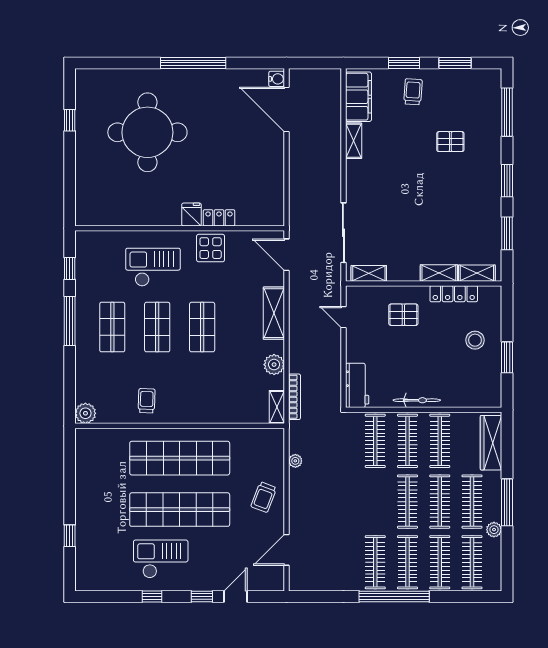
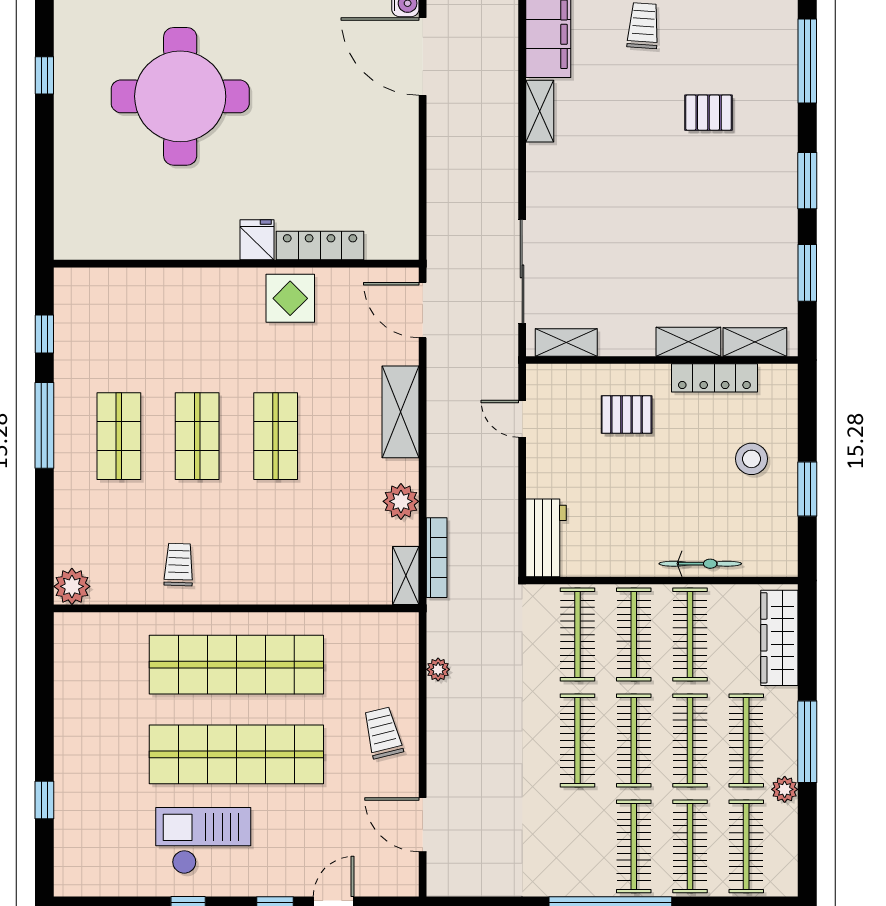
locker: (219, 218) -> (320, 246), width x1.53
checkout: (153, 267) -> (190, 332), removed
bicycle: (417, 400) -> (700, 564), moved
trolley: (264, 497) -> (383, 733), turned 145
door: (287, 550) -> (423, 825), hinge flipped
clothes rail: (375, 562) -> (577, 740), moved

